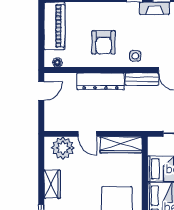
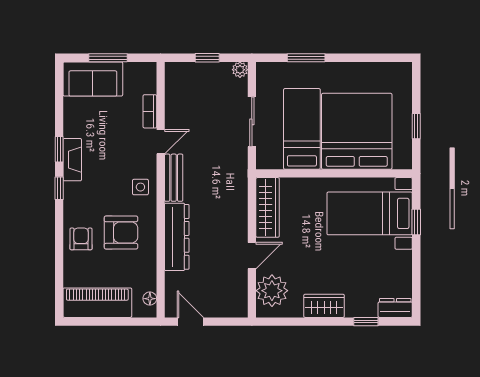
armchair: (99, 14) -> (81, 239), added

